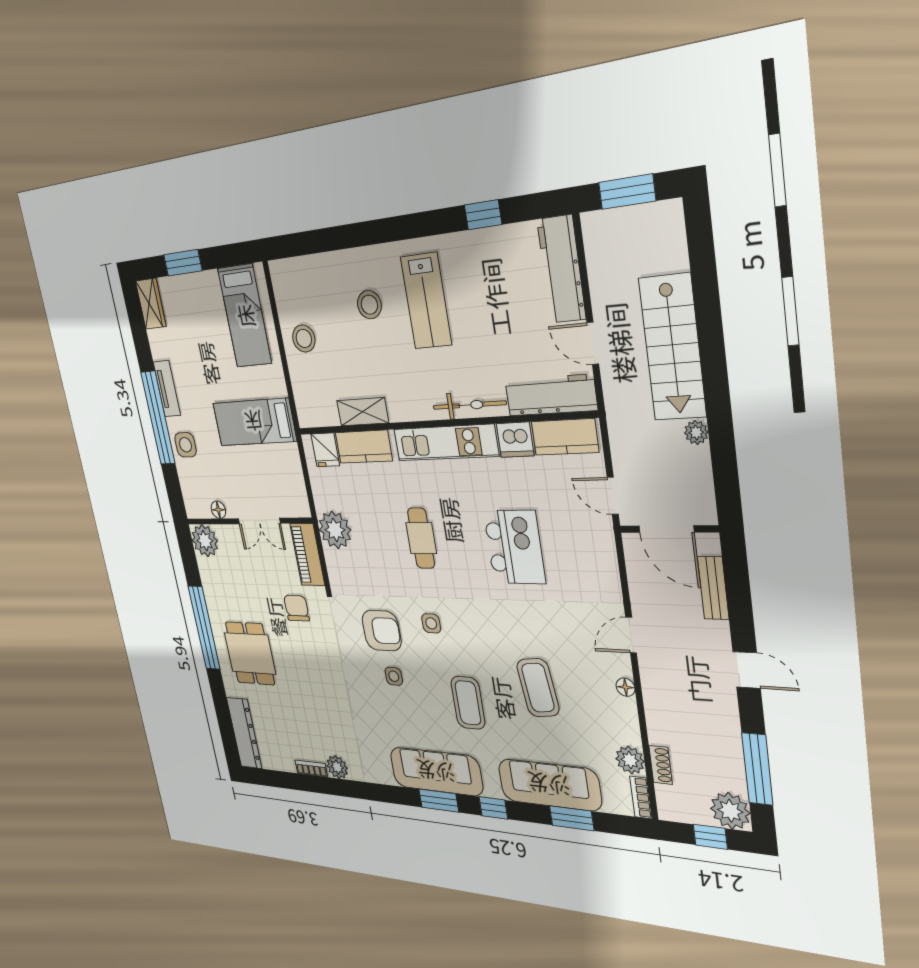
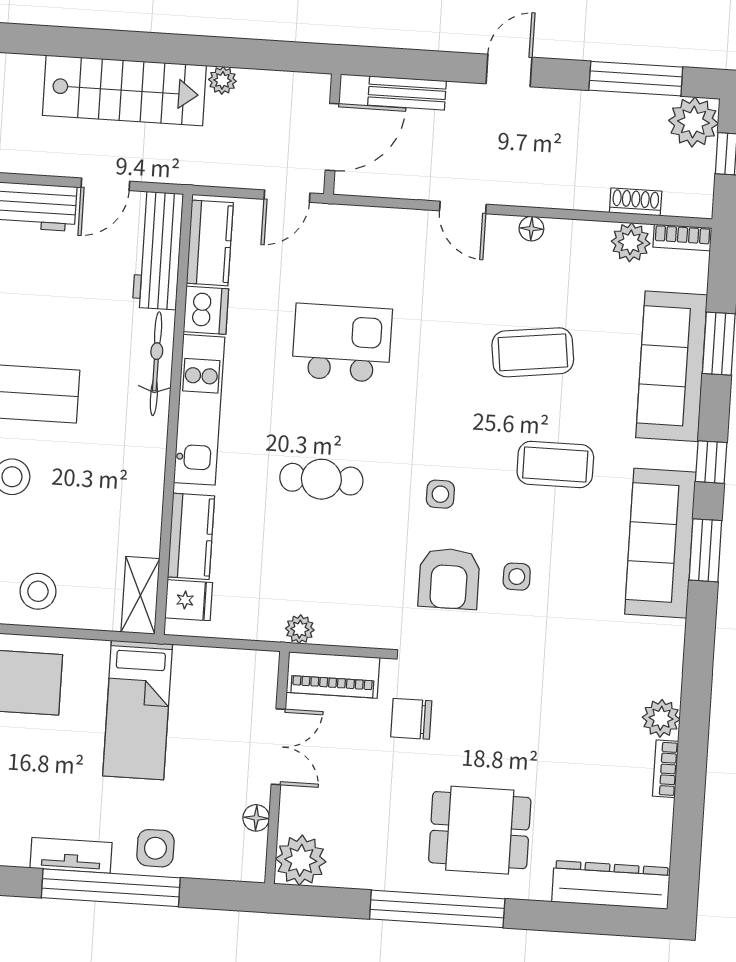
shelving: (363, 412) -> (140, 595), moved
plant: (335, 530) -> (300, 629), width x0.53, depth x0.53
armchair: (382, 631) -> (449, 579), turned 180

